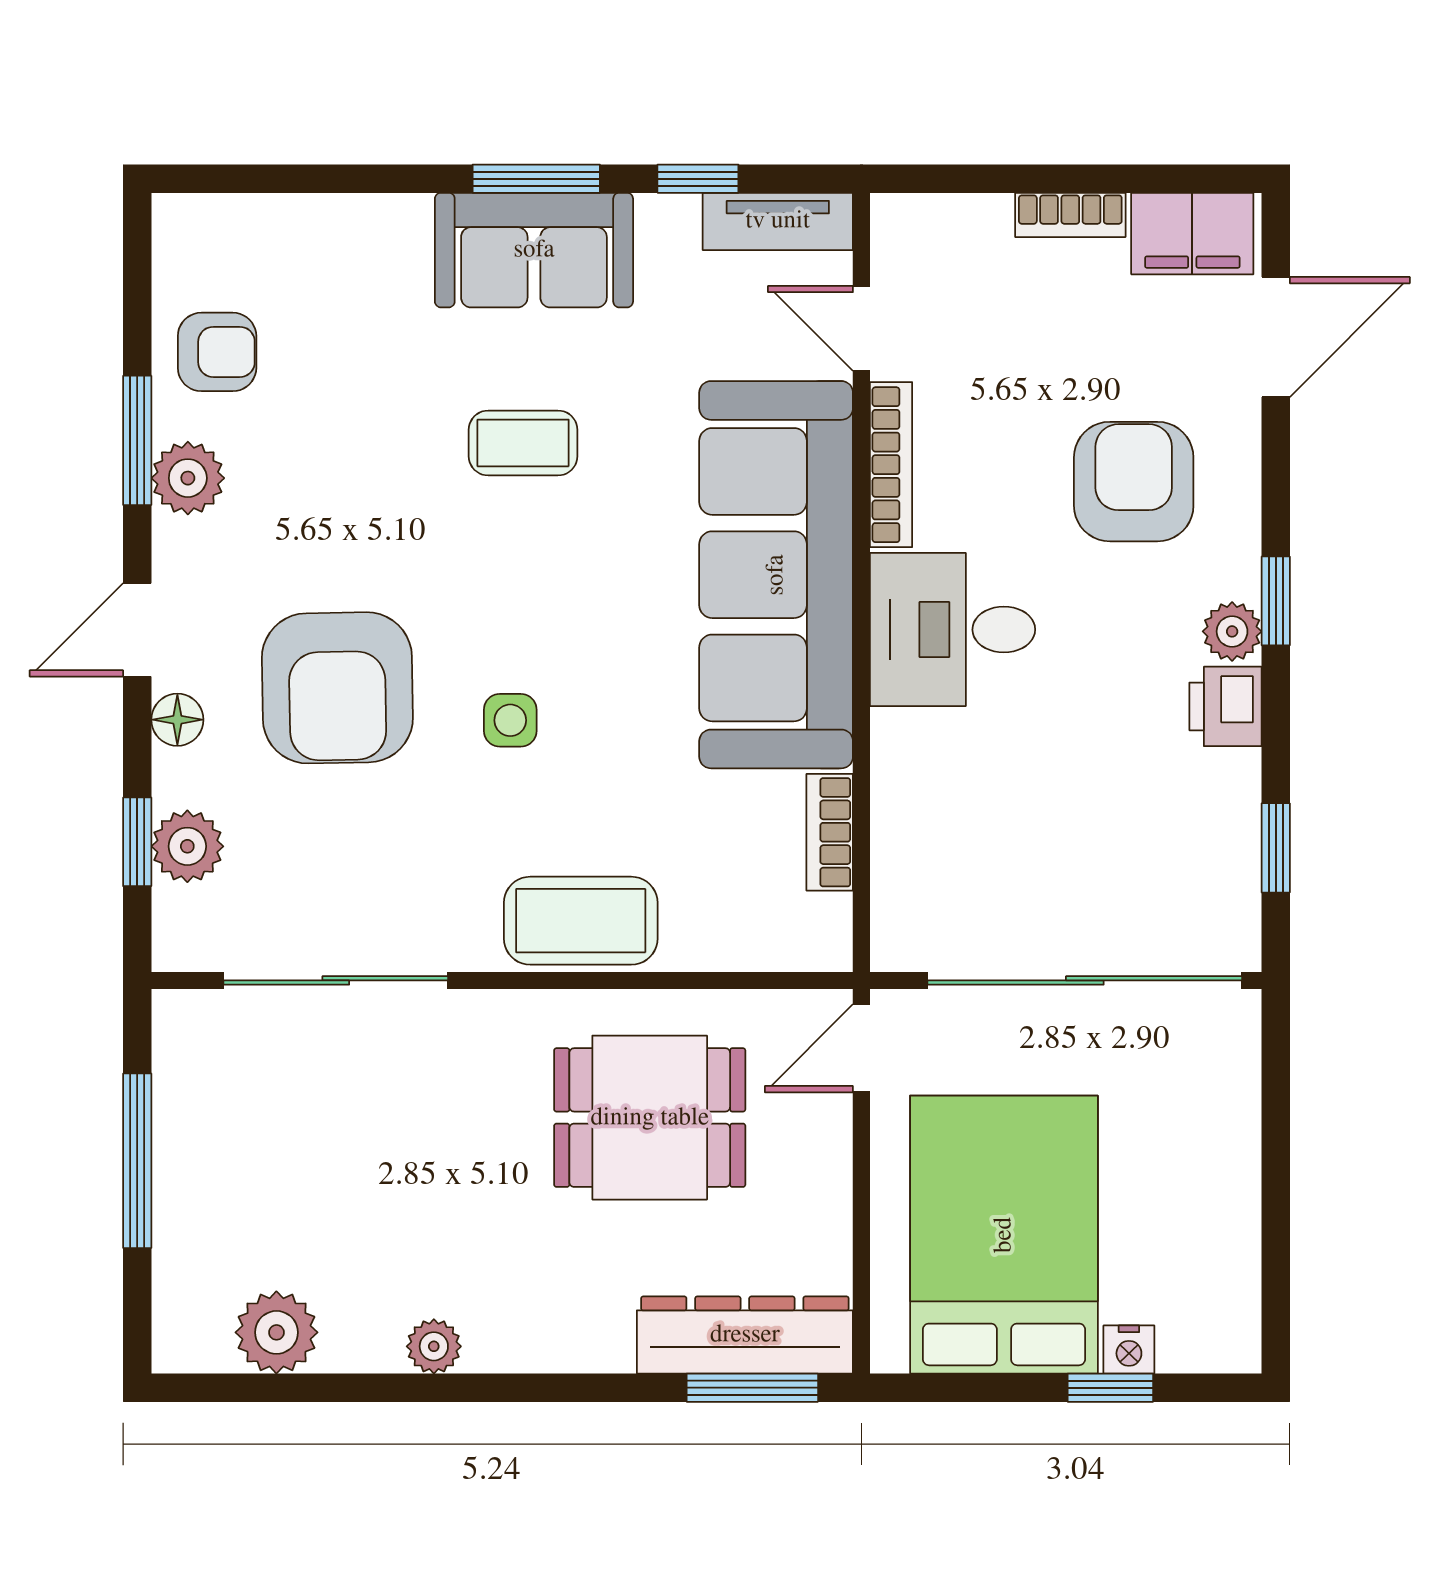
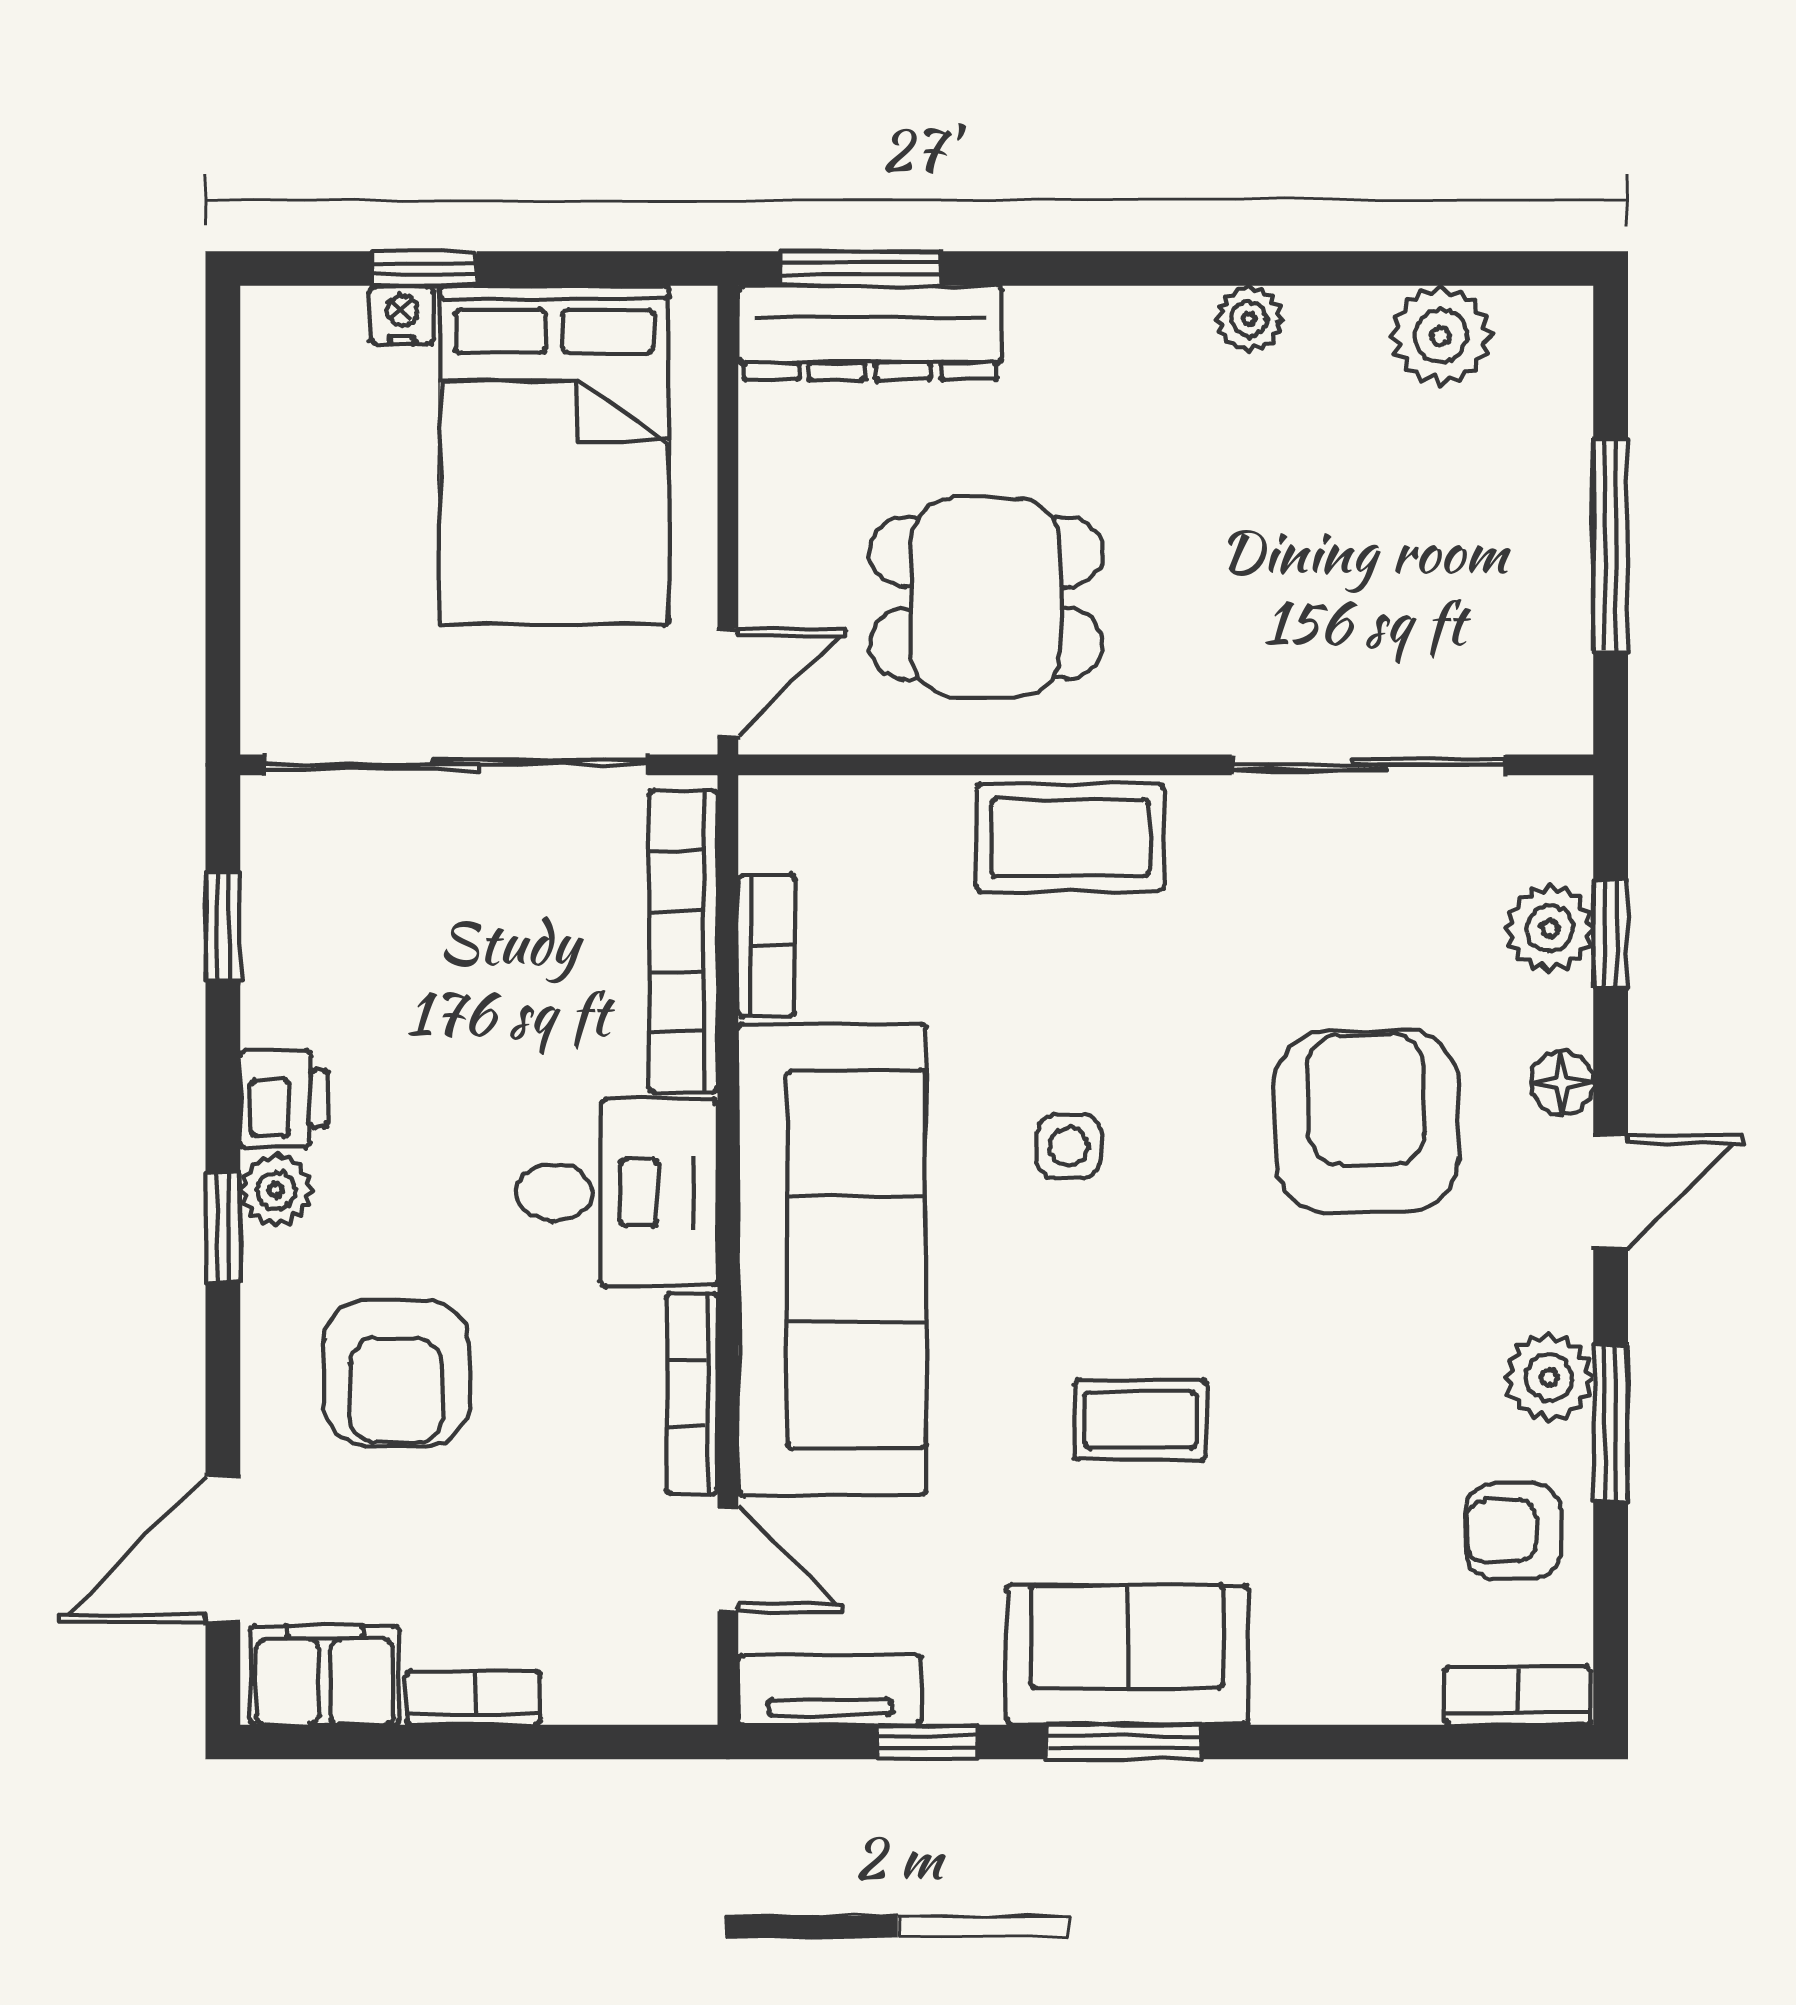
bookcase: (213, 217) -> (1518, 1696), added
side table: (510, 720) -> (1069, 1147), moved
bookcase: (898, 836) -> (683, 941), added

